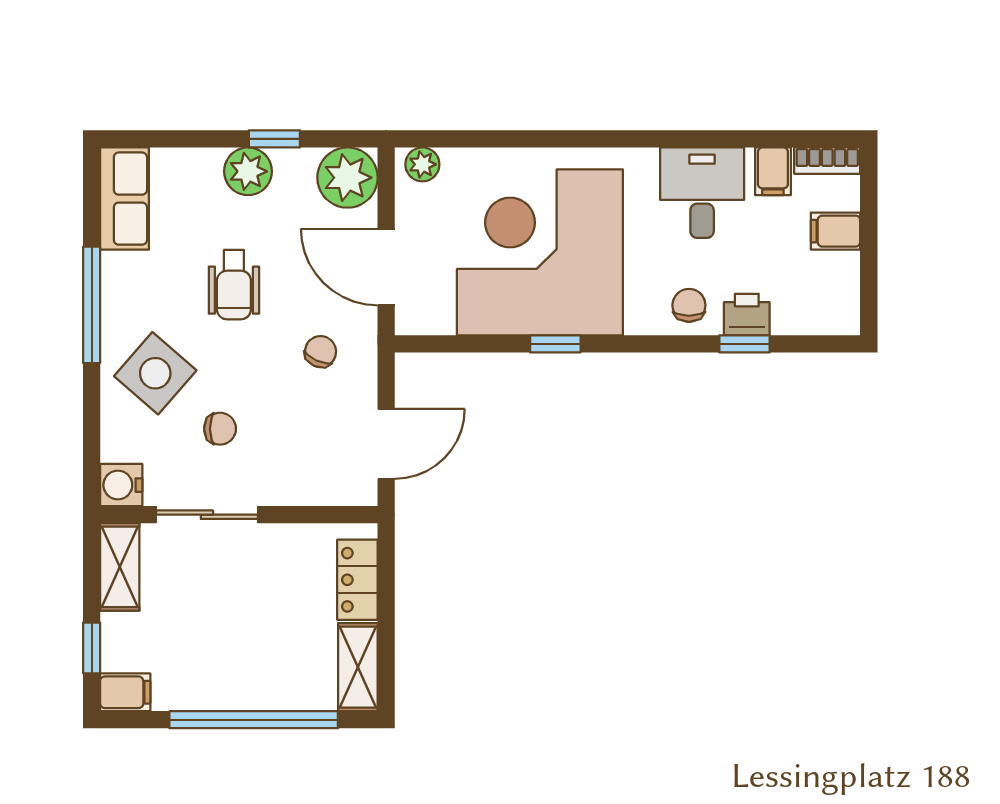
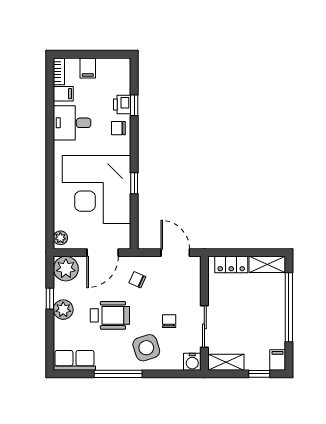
wheelchair: (234, 285) -> (110, 315), width x1.36, depth x1.37
side table: (155, 373) -> (146, 348), turned 31

